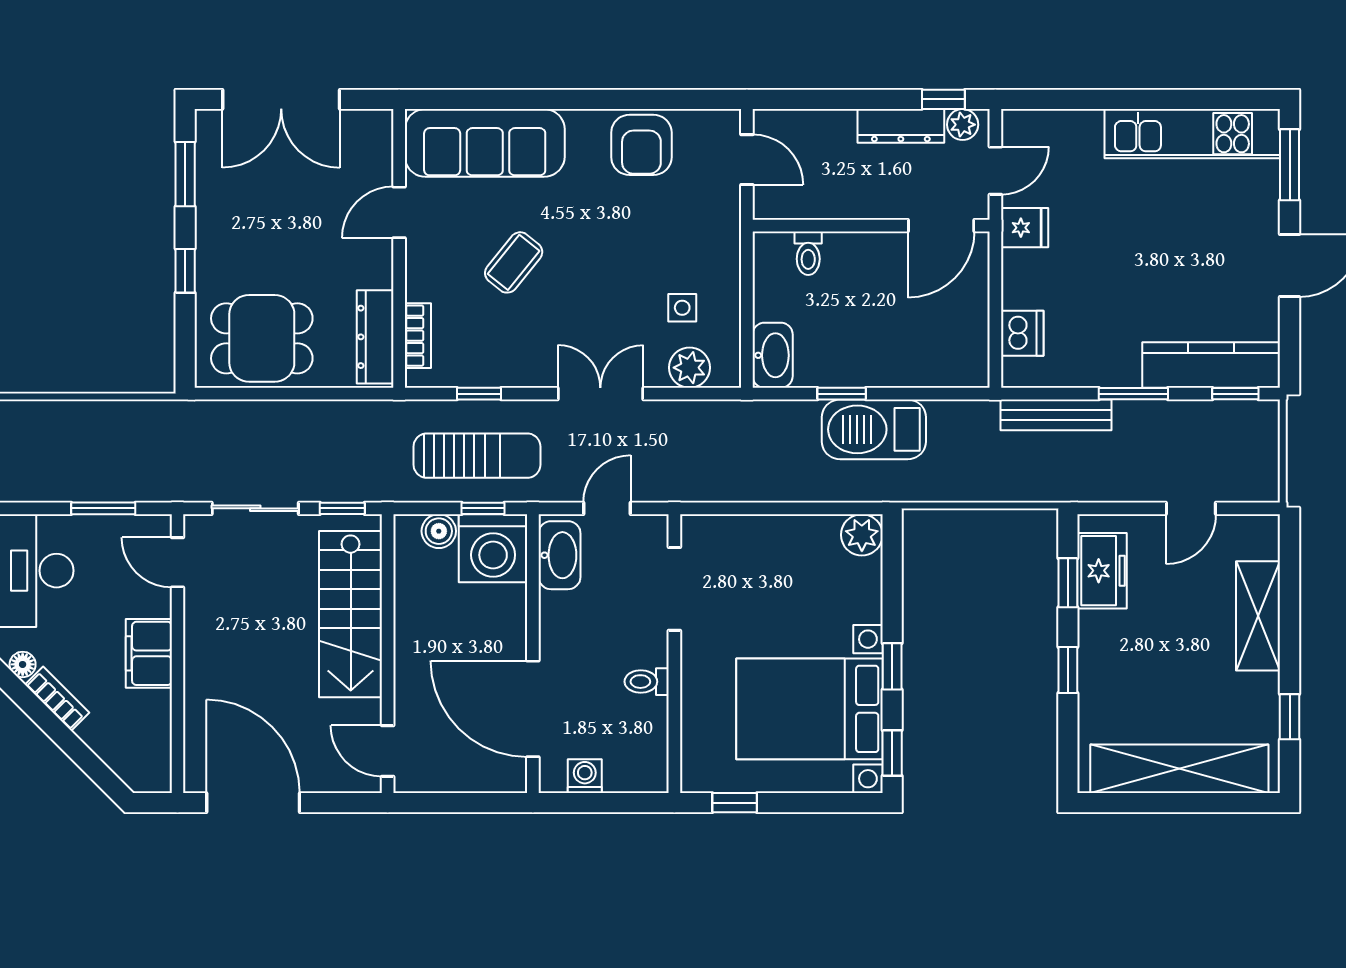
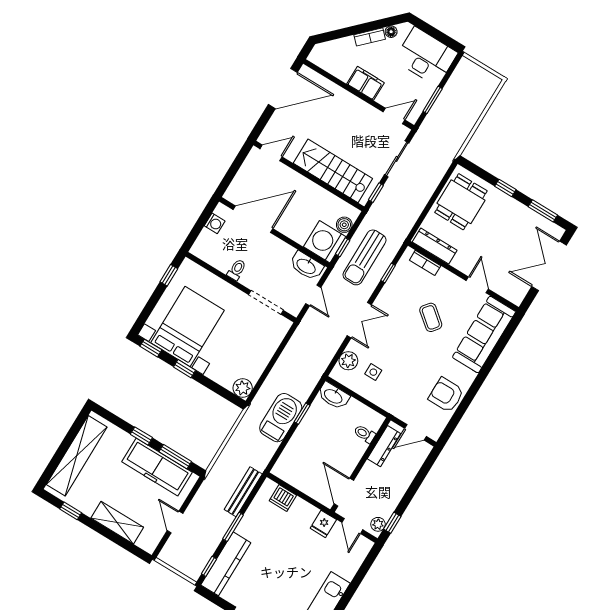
dresser: (901, 126) -> (384, 446), moved, turned 180
freezer: (1102, 571) -> (157, 467), width x1.91, depth x1.26
window: (1068, 583) -> (175, 457), width x1.50

